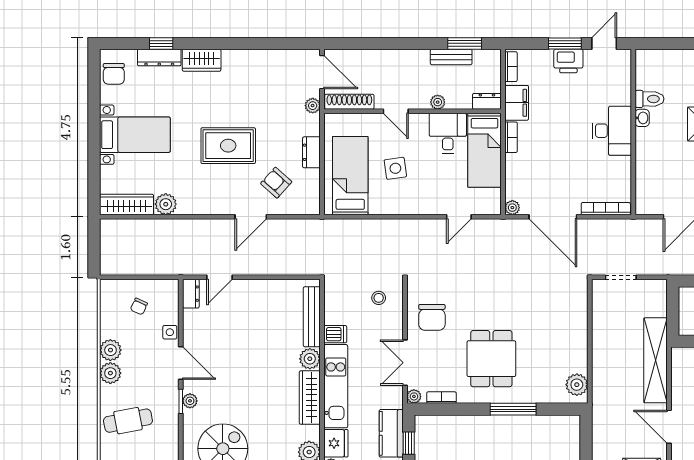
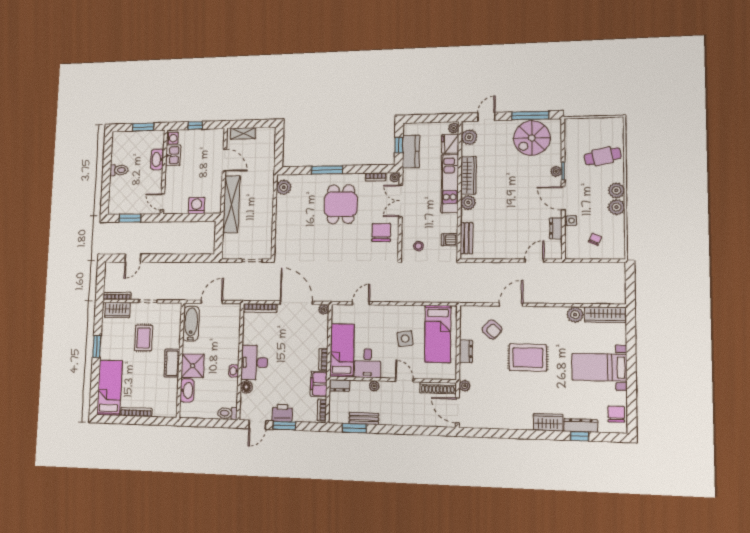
floor lamp: (622, 96) -> (246, 387), added
toilet: (649, 99) -> (227, 413), moved
dresser: (191, 294) -> (556, 228), moved
bench: (312, 317) -> (467, 238), width x0.73
dishwasher: (335, 334) -> (450, 240), moved
double door: (405, 363) -> (401, 201), swing flipped

